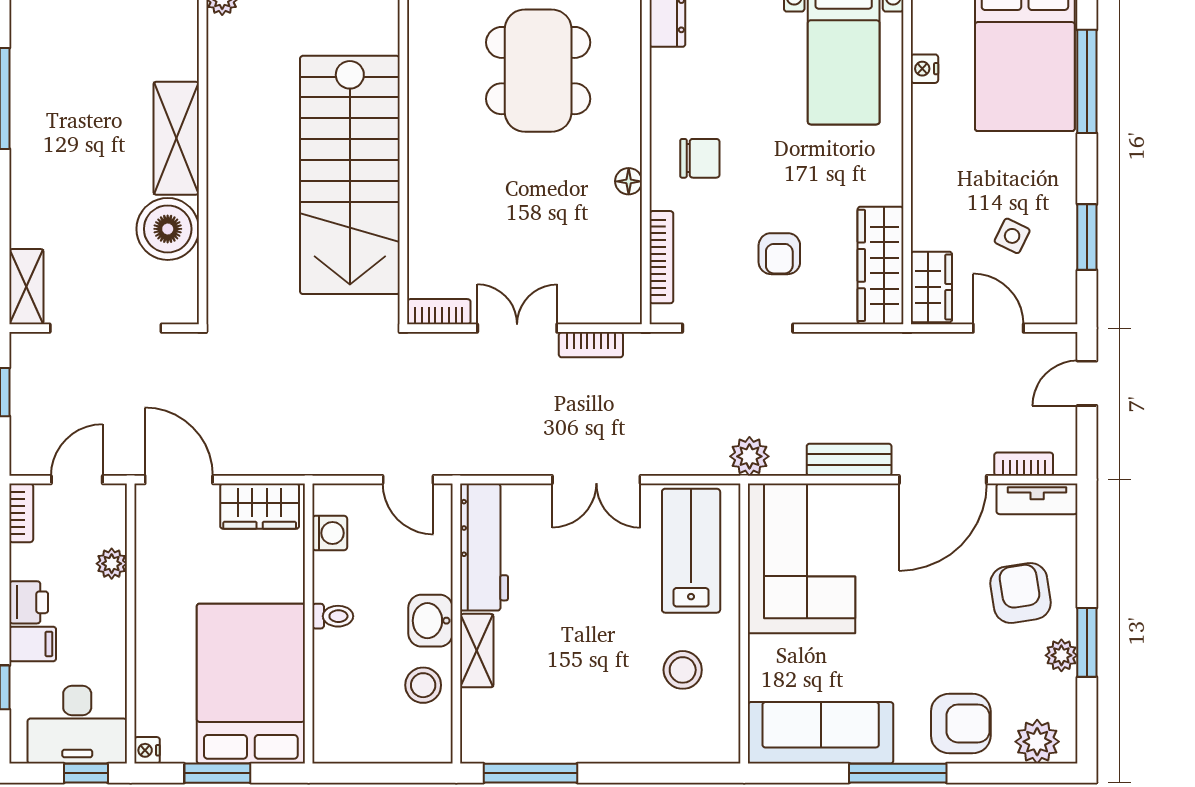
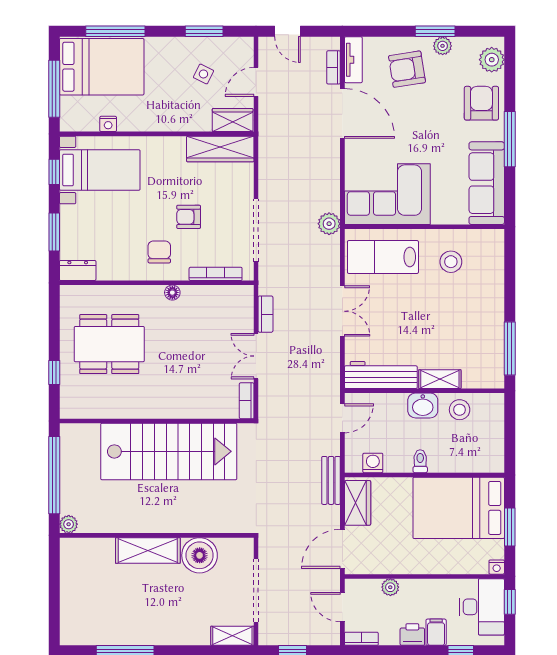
armchair: (779, 254) -> (189, 217), moved, turned 180
bench: (849, 460) -> (331, 480), moved

